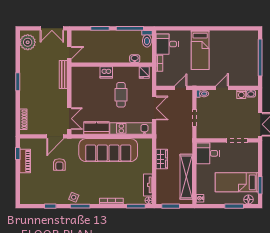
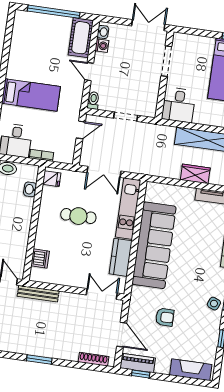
dishwasher: (106, 72) -> (40, 259), moved
cot: (245, 79) -> (81, 38), added
door: (181, 88) -> (81, 130), swing flipped
double door: (154, 108) -> (104, 172), swing flipped
door: (55, 136) -> (122, 335), moved
wardrobe: (162, 159) -> (195, 174), moved
piano: (25, 161) -> (138, 363), moved
fireplace: (26, 188) -> (191, 370), added

